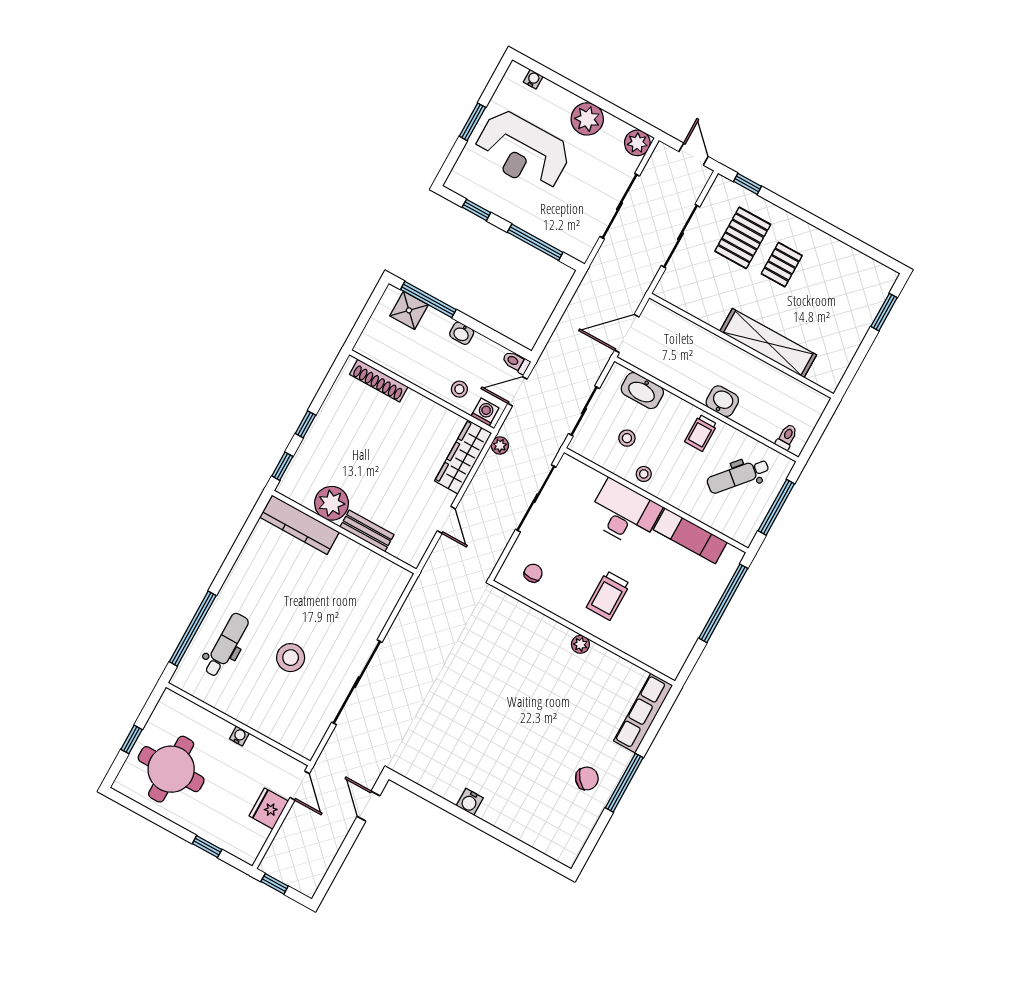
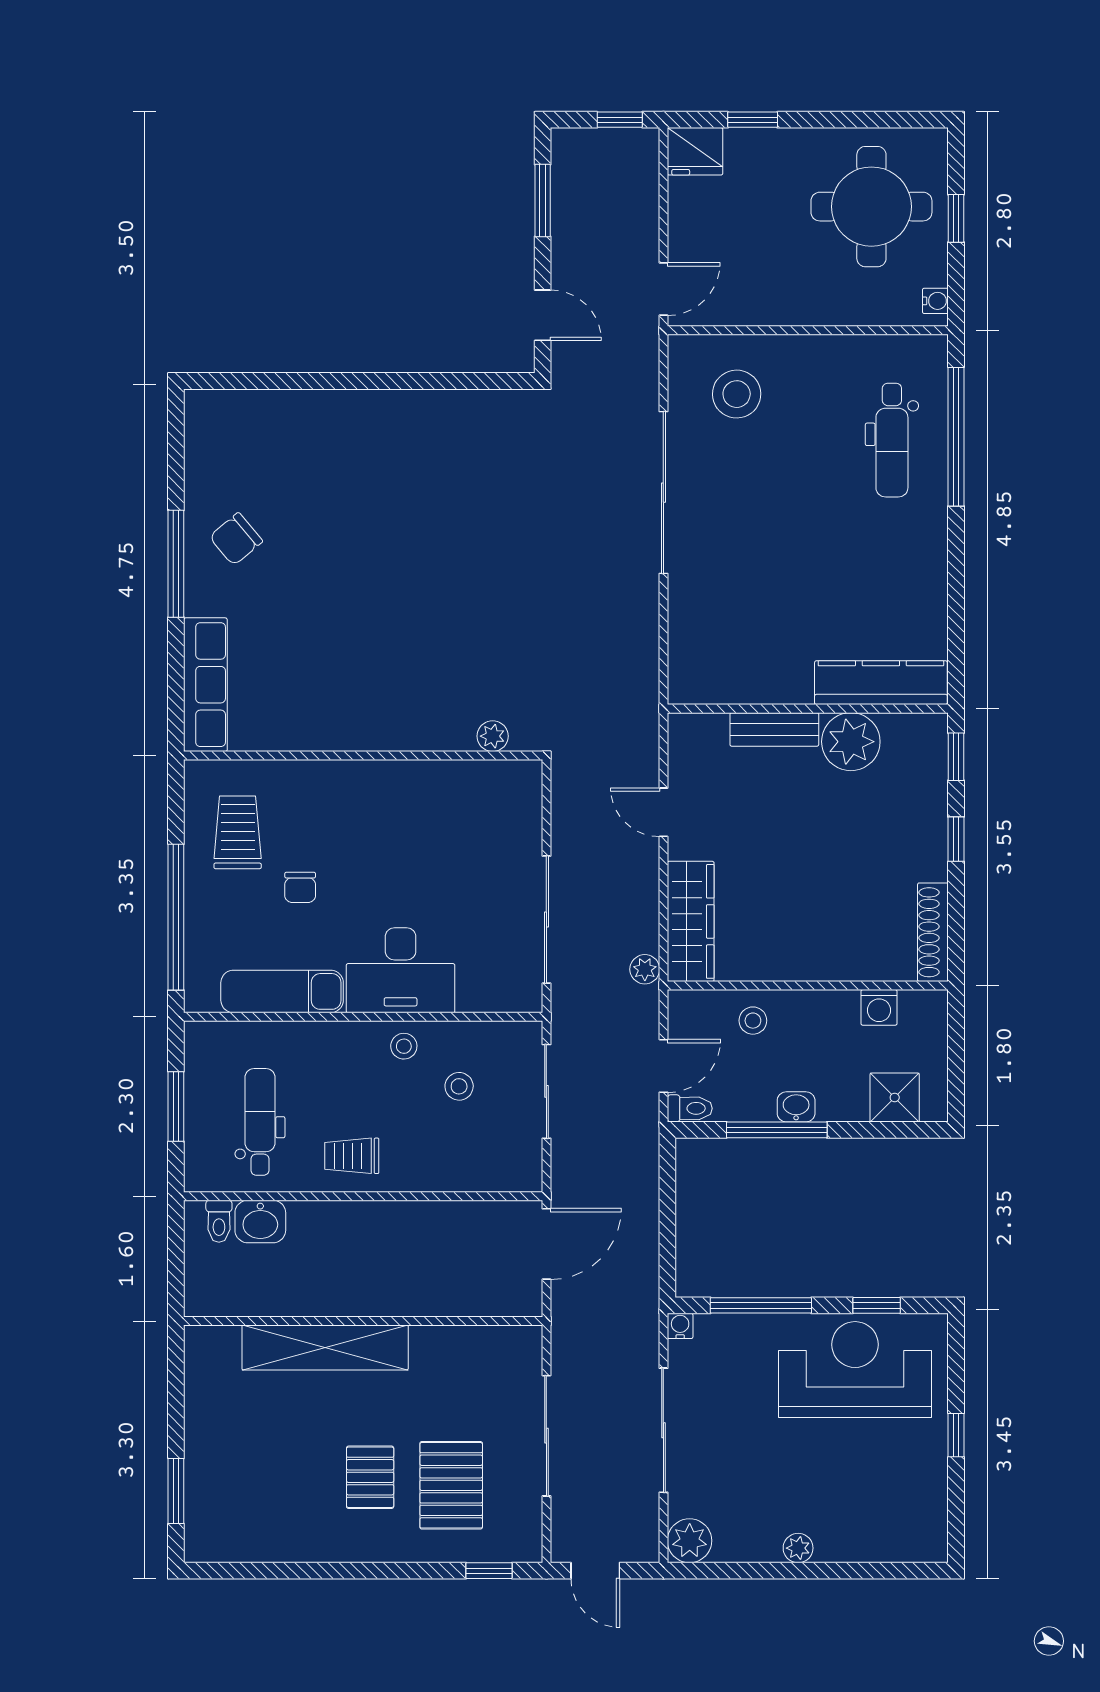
water cooler: (533, 79) -> (680, 1326), moved, turned 180
plant: (587, 119) -> (798, 1548), width x0.53, depth x0.53
window: (472, 122) -> (956, 1435), width x0.67
reception desk: (522, 151) -> (855, 1370), moved
window: (428, 300) -> (777, 1130), moved
shoe rack: (379, 381) -> (933, 932), moved, turned -90
washbasin: (642, 391) -> (475, 1171), removed
washbasin: (722, 401) -> (260, 1222), moved
washing machine: (485, 412) -> (879, 1007), moved
trolley: (701, 433) -> (352, 1156), turned -90
dental chair: (738, 476) -> (260, 1122), turned -41
window: (776, 507) -> (176, 1106), width x0.69
chair: (533, 573) -> (300, 887), moved
trolley: (608, 596) -> (238, 832), moved
plant: (580, 644) -> (493, 736), moved
stool: (291, 658) -> (737, 394), moved
water cooler: (239, 736) -> (935, 301), moved, turned -90
door: (300, 786) -> (663, 289), swing flipped
water cooler: (470, 802) -> (393, 406), removed
fridge: (269, 809) -> (695, 151), moved, turned 90
window: (336, 864) -> (543, 200), added

